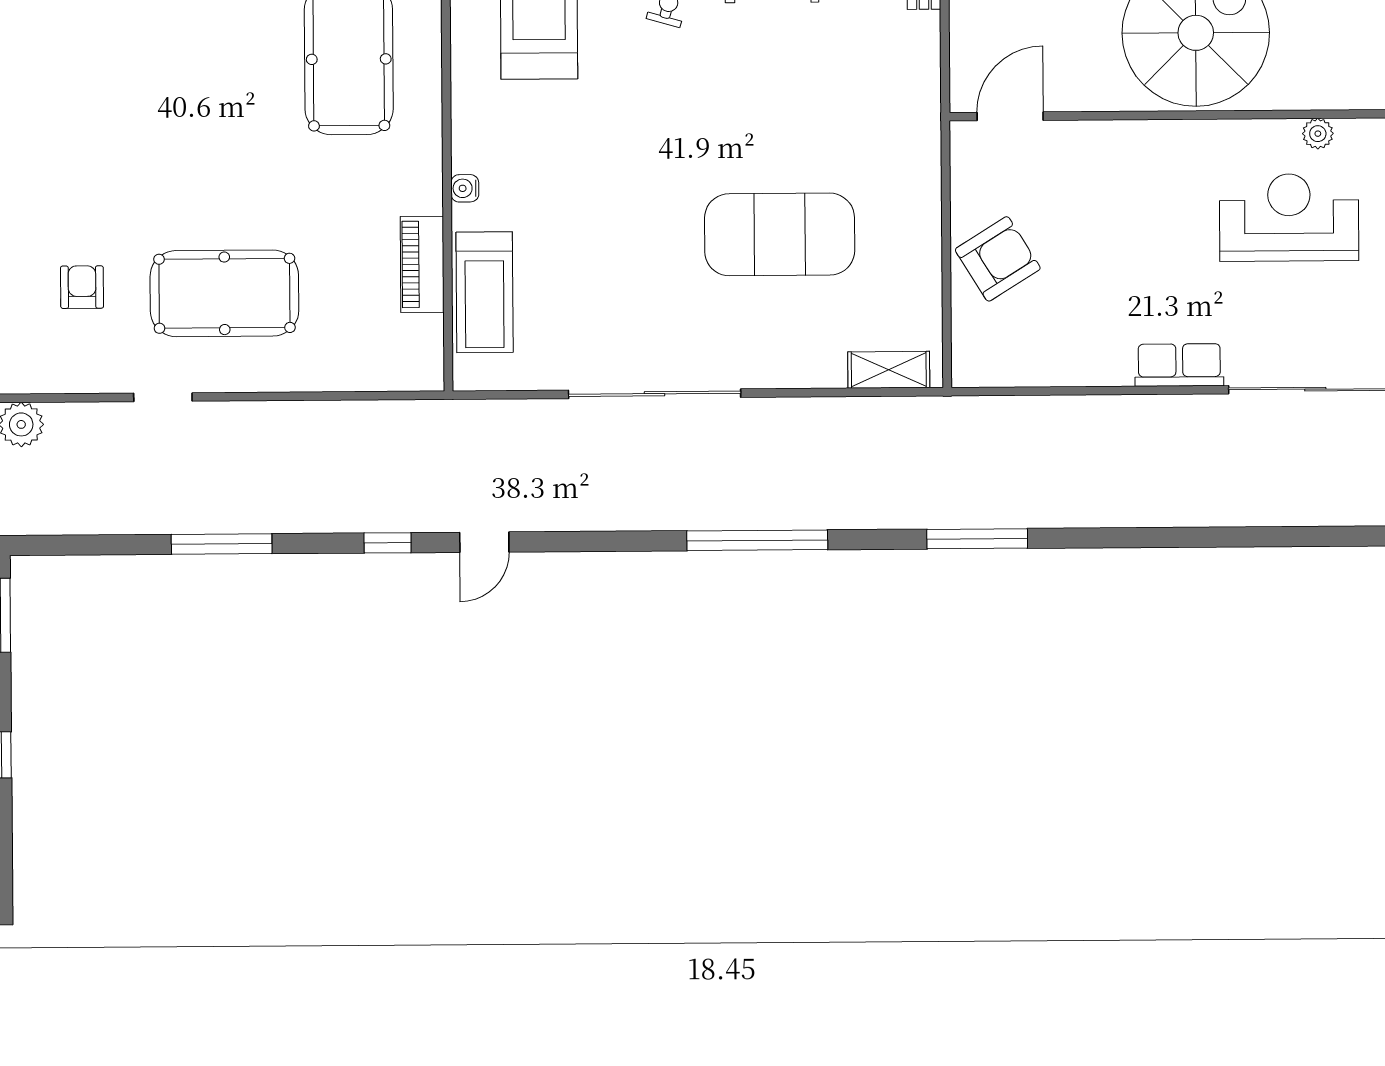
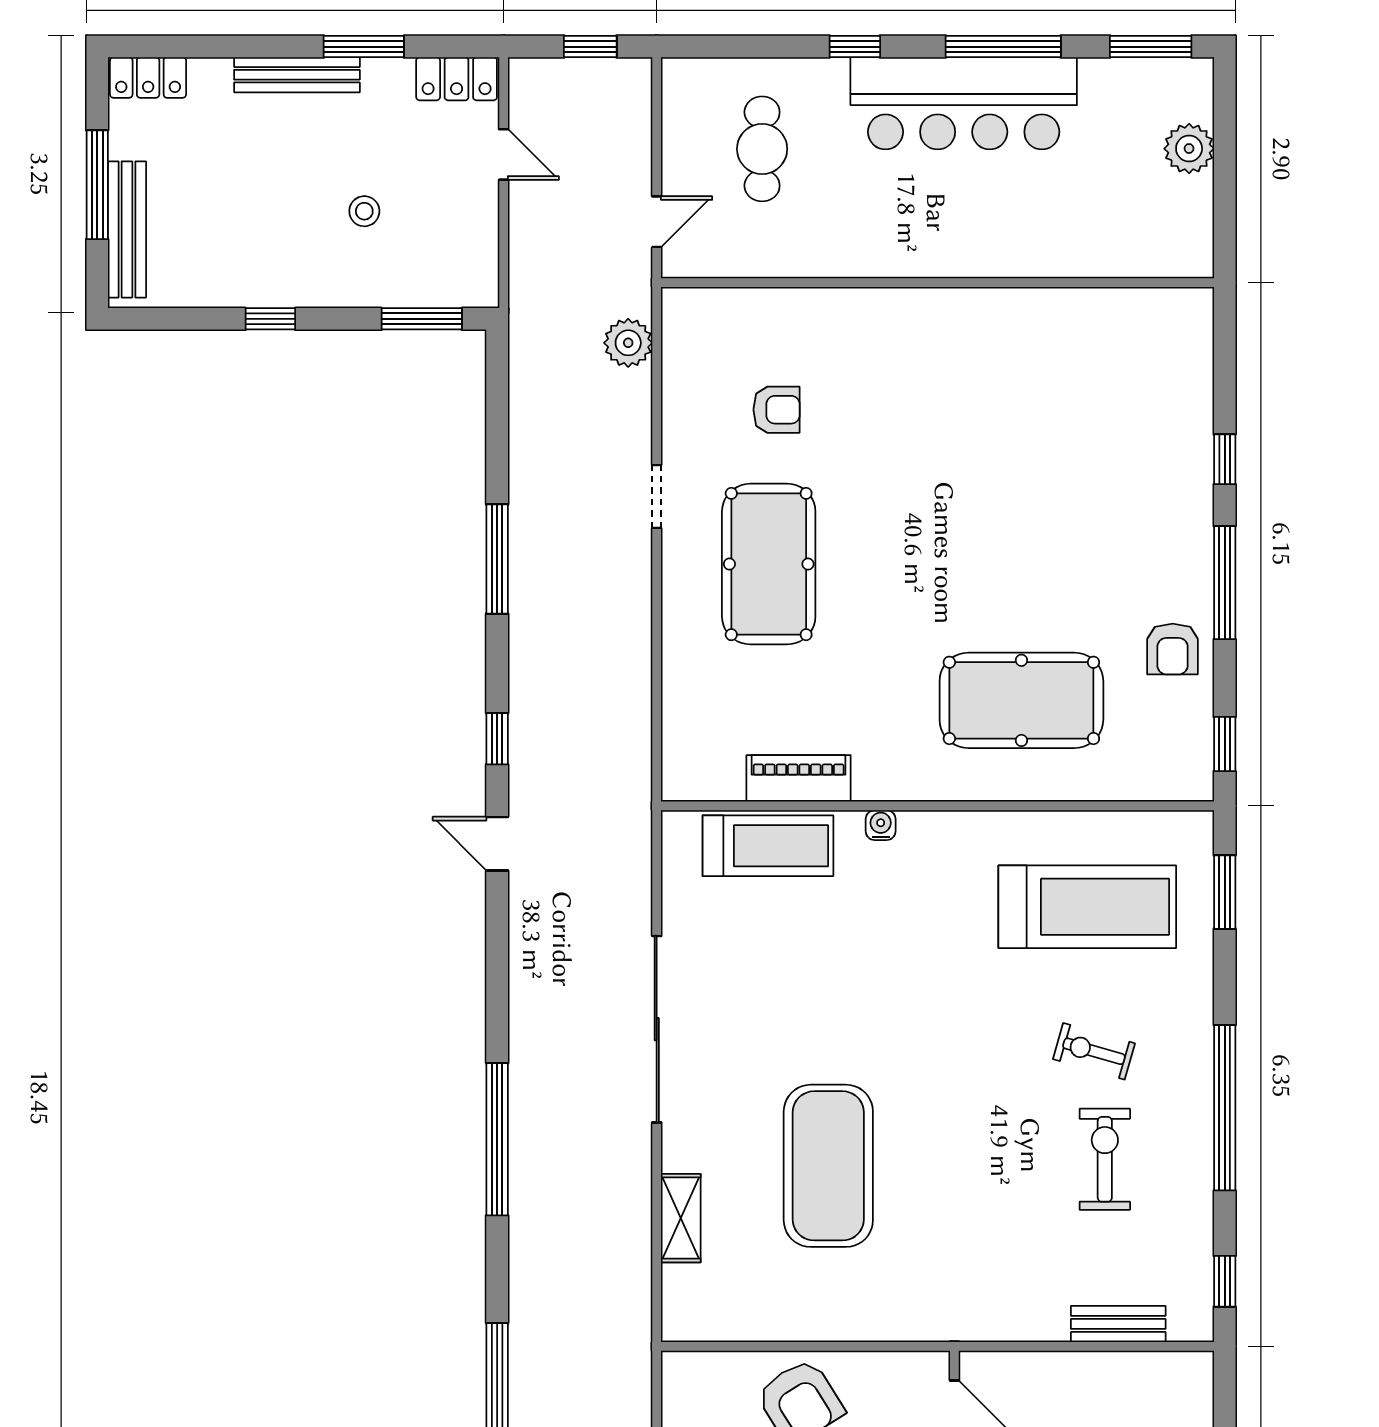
treadmill: (485, 292) -> (768, 846), turned 180
shelving: (889, 370) -> (681, 1218), moved

